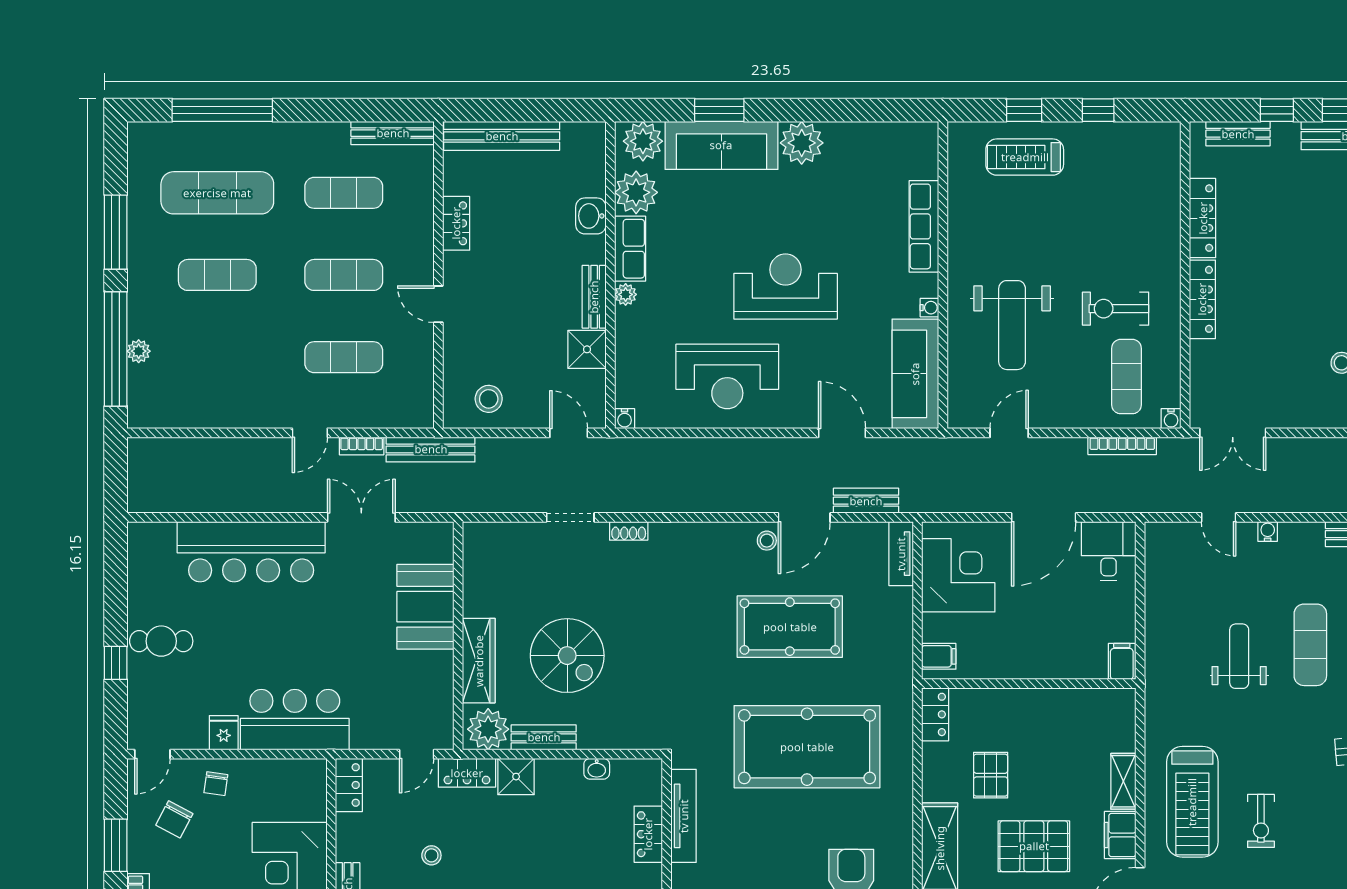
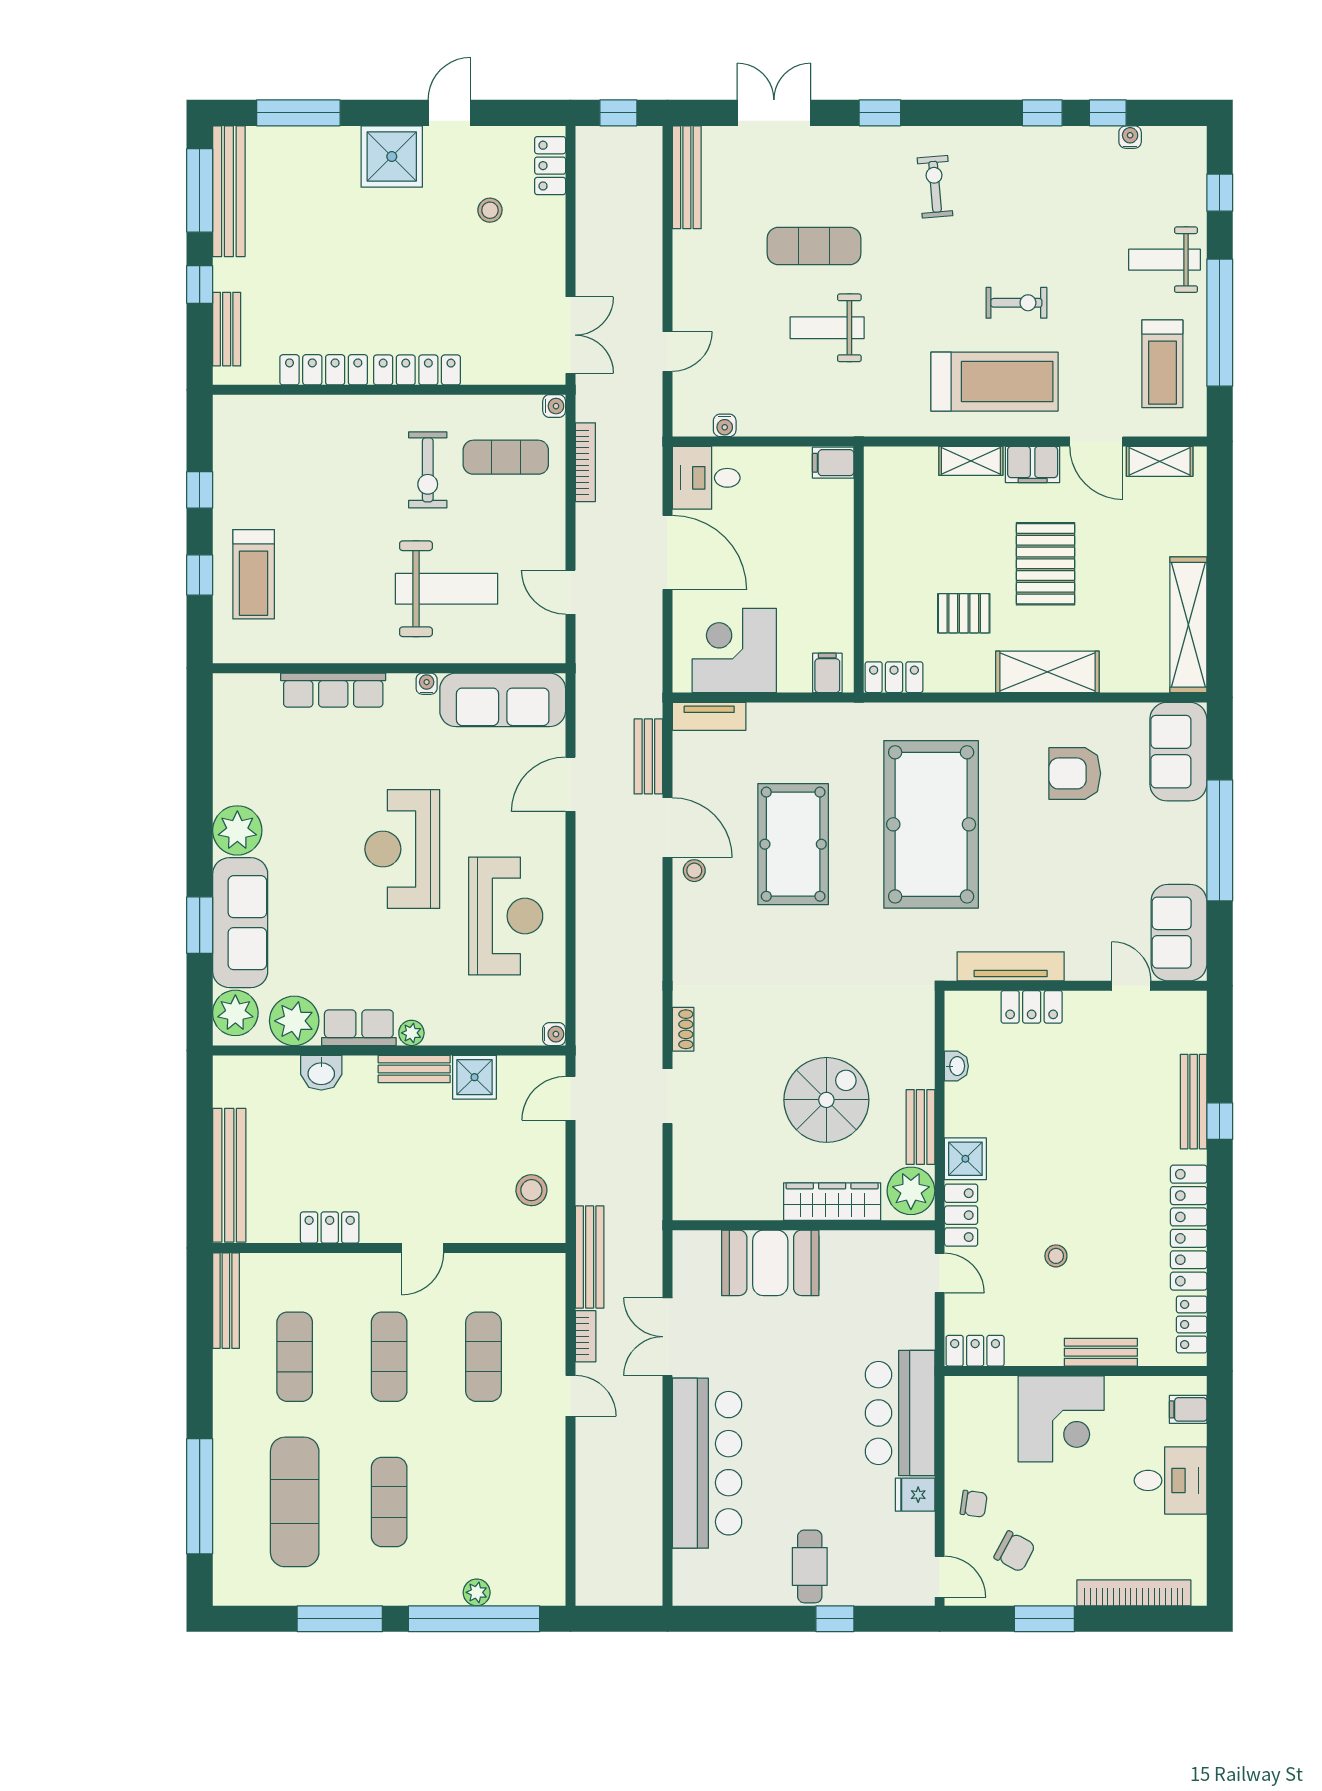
water cooler: (1268, 531) -> (725, 425), moved, turned -90

